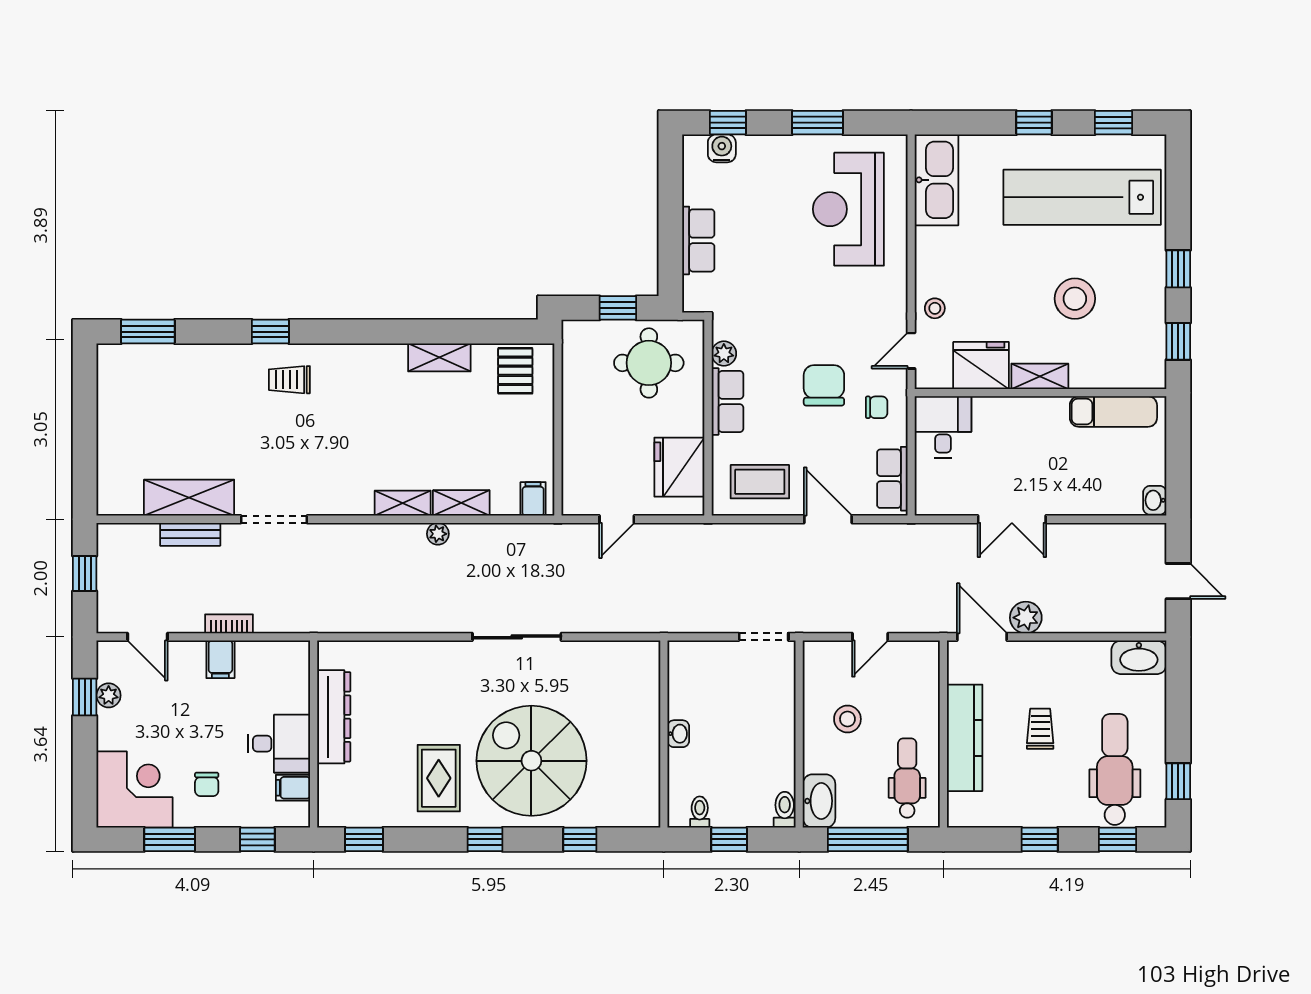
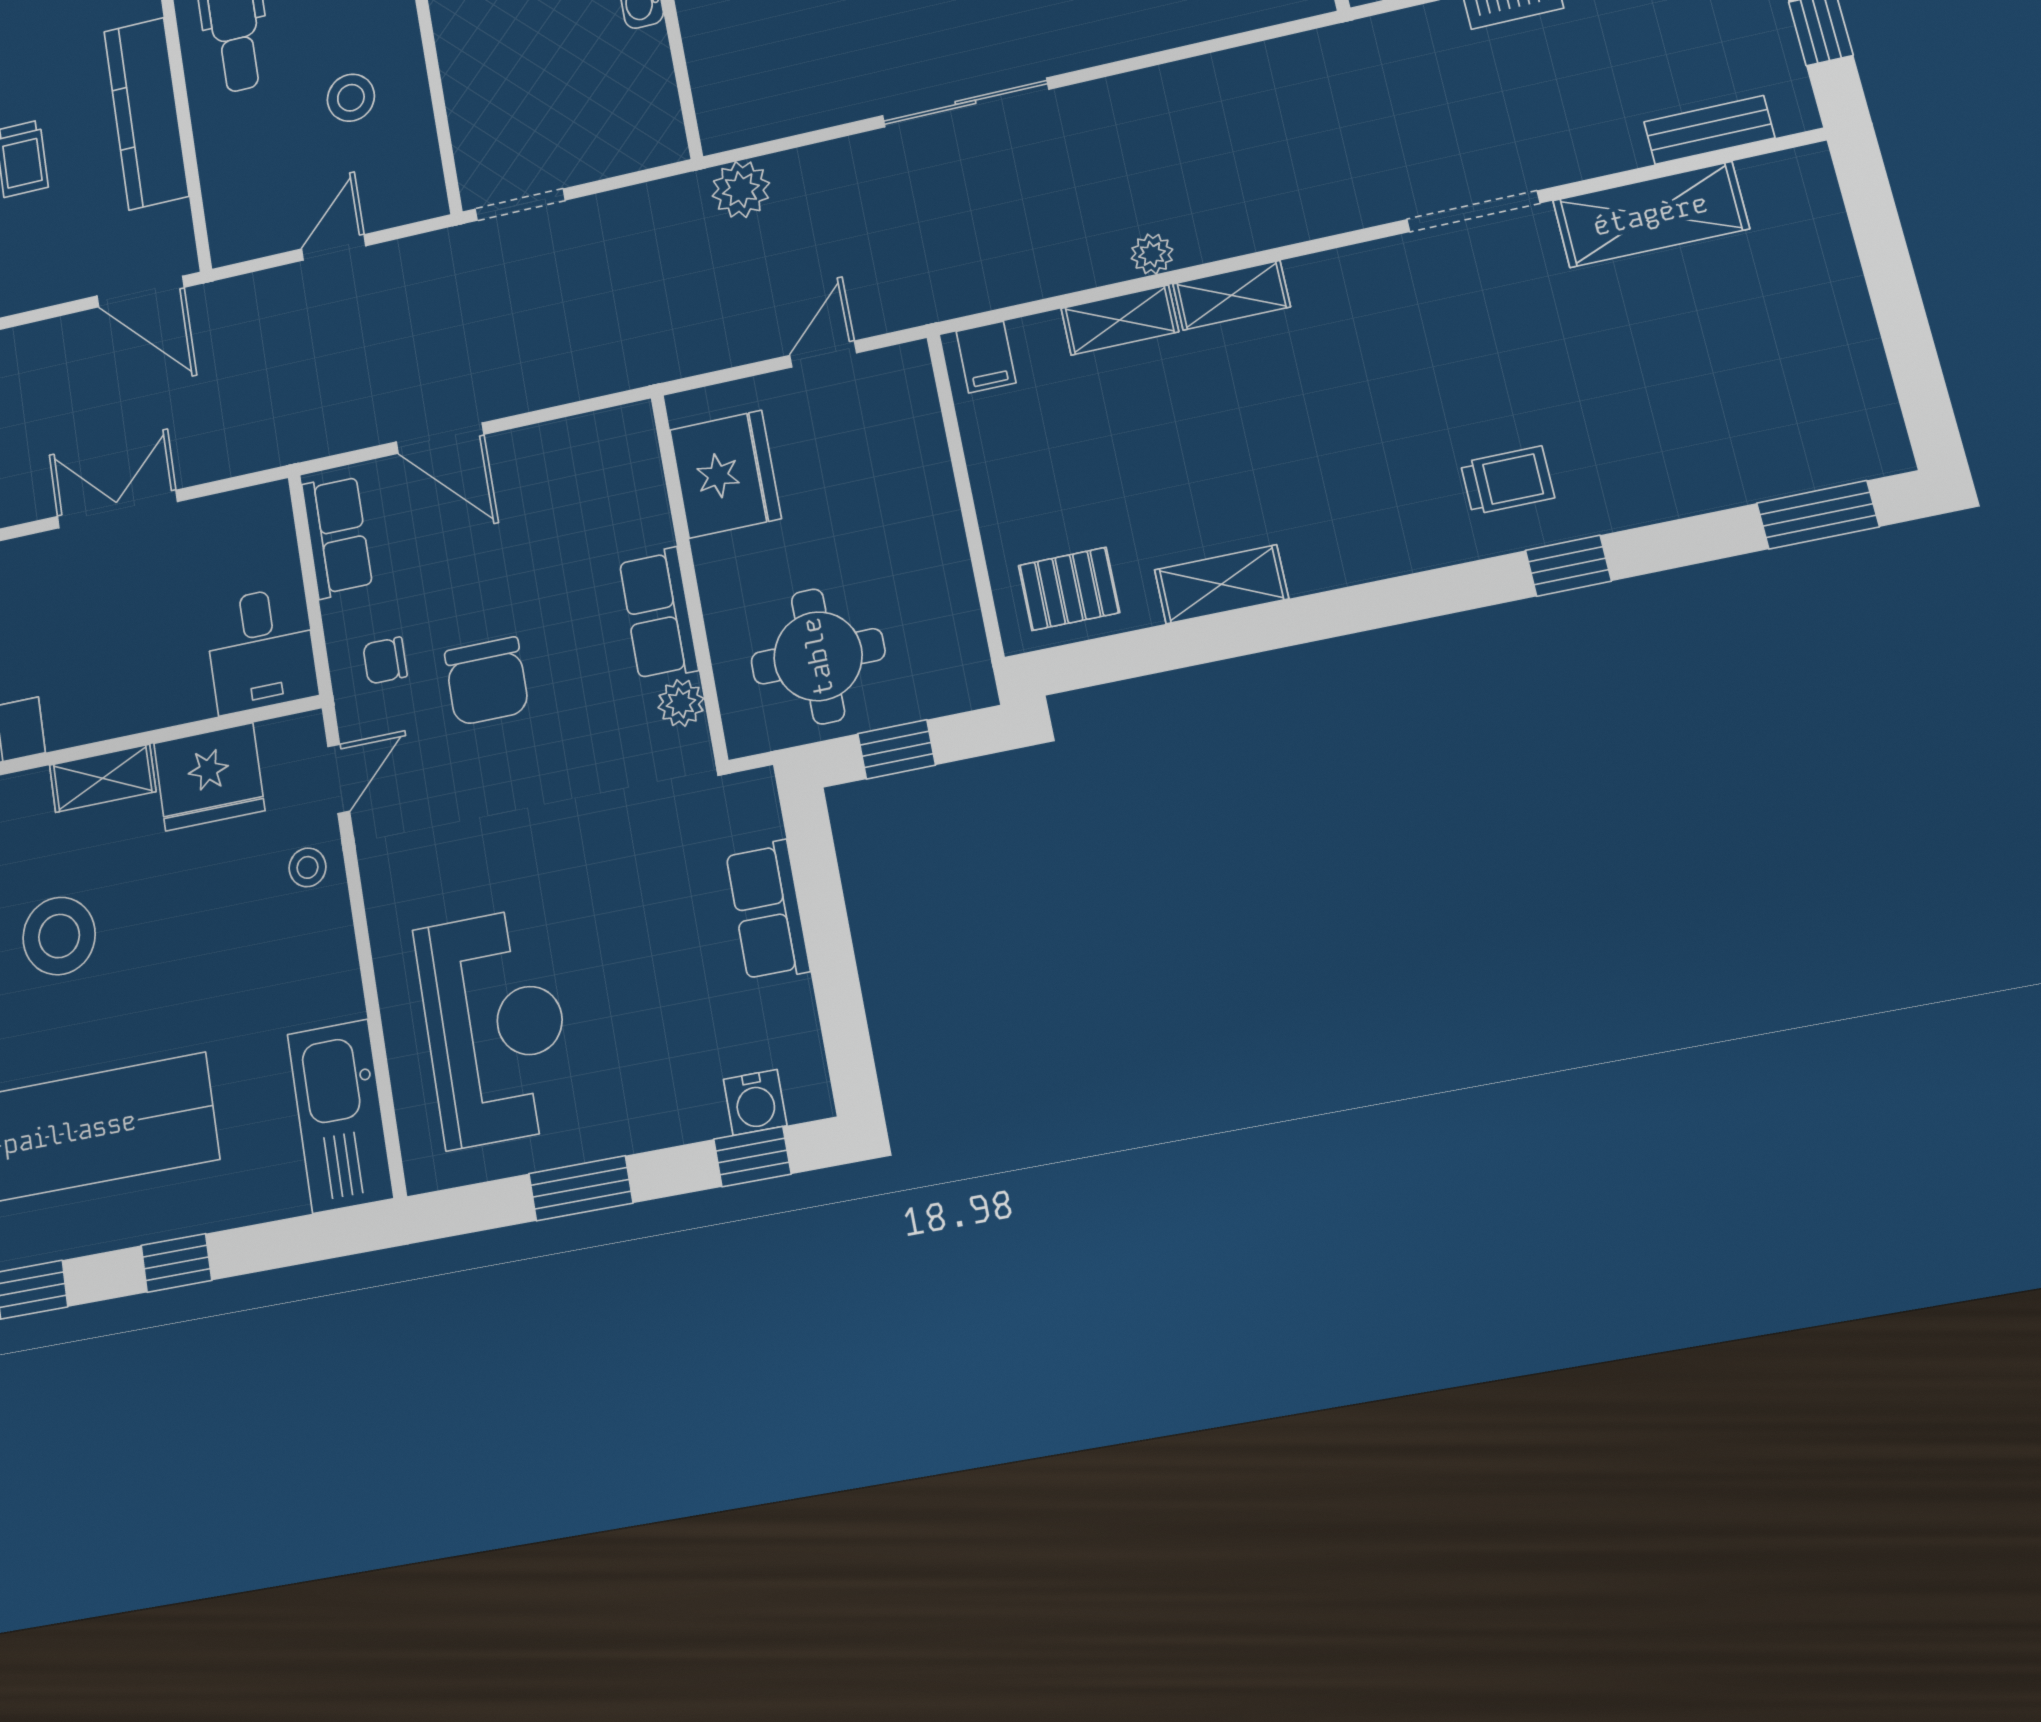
pallet: (515, 371) -> (1069, 589), turned 90
coffee table: (760, 482) -> (574, 479), removed
bench: (190, 534) -> (1709, 130), moved
plant: (1026, 618) -> (741, 190), moved

